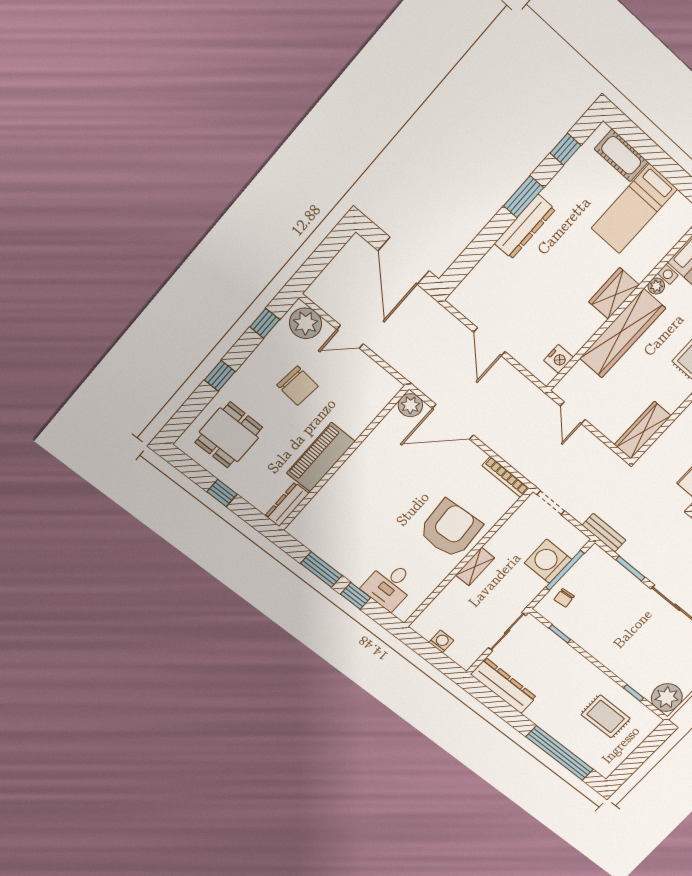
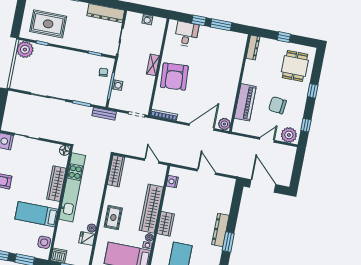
piano: (321, 457) -> (245, 102), moved
washing machine: (548, 561) -> (117, 85), width x0.53, depth x0.53
rug: (606, 716) -> (48, 24), width x1.36, depth x1.43

